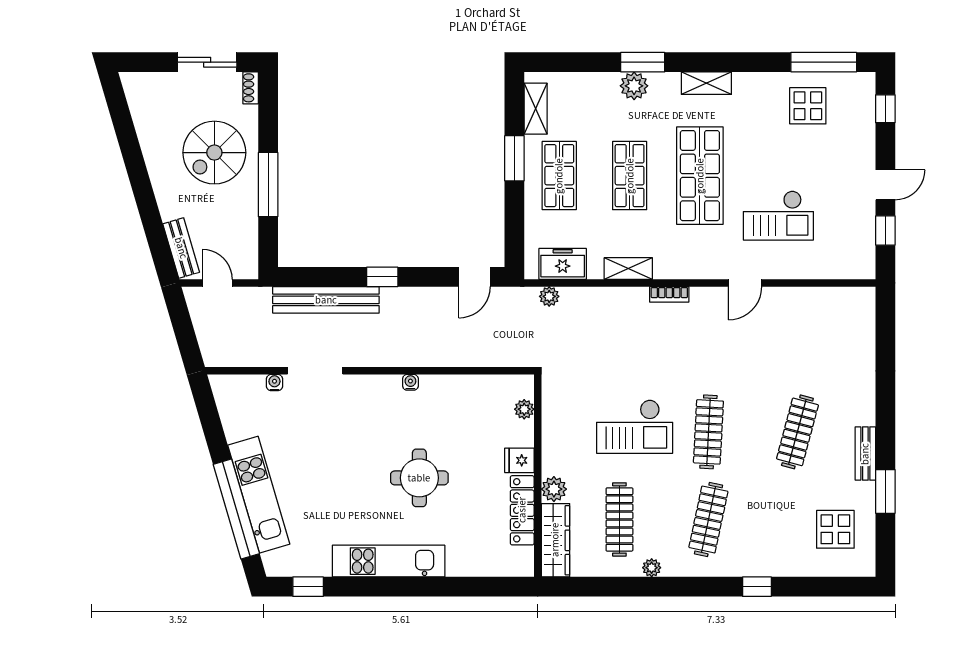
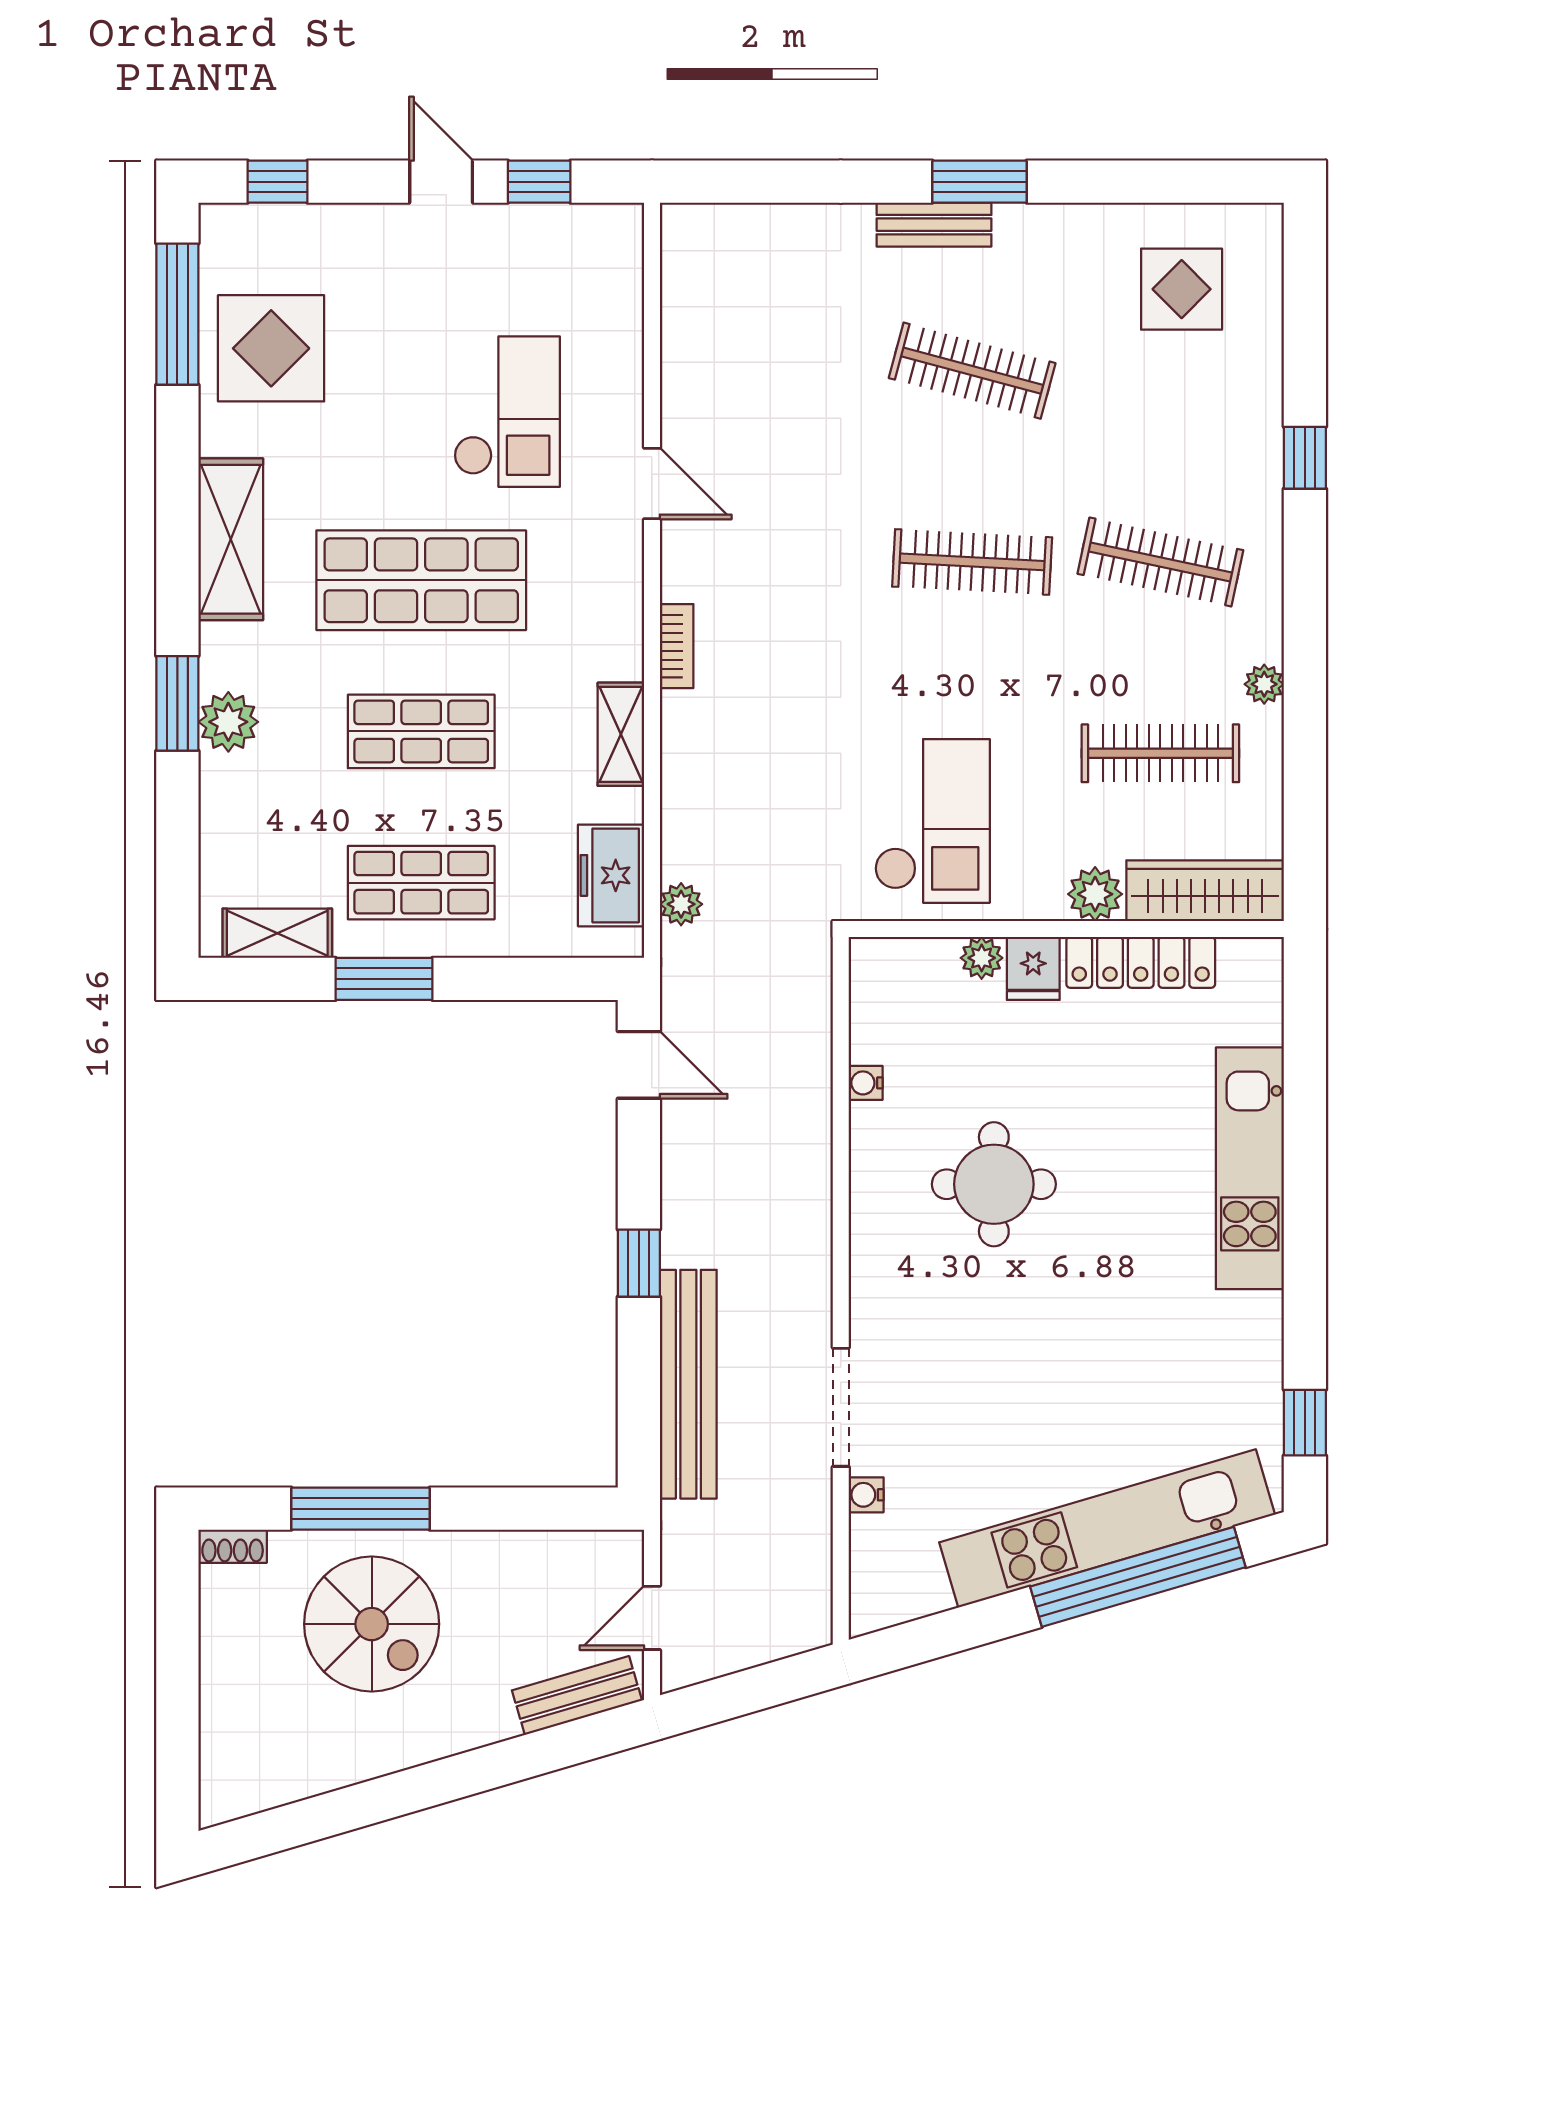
sliding door: (207, 62) -> (177, 1640), removed
shelving: (706, 83) -> (231, 539), width x1.50, depth x1.33
display table: (808, 106) -> (271, 348), width x1.36, depth x1.36
window: (268, 185) -> (360, 1509), moved
water cooler: (410, 382) -> (866, 1083), moved
plant: (524, 409) -> (982, 958), moved
checkout: (635, 427) -> (932, 821), moved
bench: (865, 454) -> (934, 225), moved
round table: (419, 478) -> (994, 1184), moved
window: (885, 491) -> (980, 182), moved
kitchen unit: (259, 495) -> (1107, 1528), width x1.36
kitchen unit: (389, 561) -> (1250, 1168), moved

